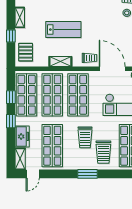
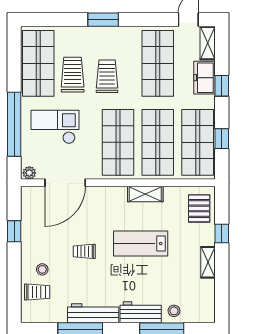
trolley: (90, 58) -> (84, 251), moved
door: (112, 69) -> (65, 183), hinge flipped
window: (11, 121) -> (222, 86), moved
trolley: (103, 152) -> (73, 75), moved

